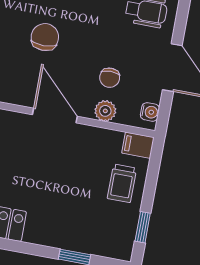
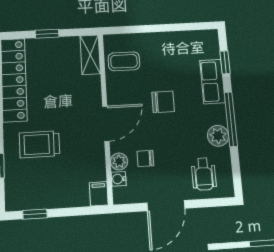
water cooler: (150, 112) -> (119, 179), moved, turned 90
trolley: (122, 183) -> (39, 144), moved, width x1.36, depth x1.39

